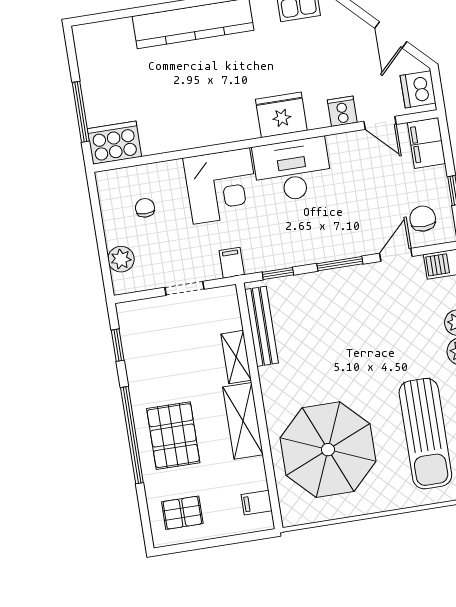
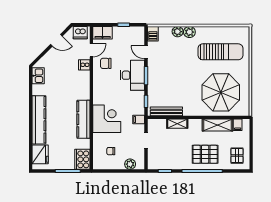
fridge: (281, 115) -> (40, 154), moved, turned 180
kitchen counter: (211, 130) -> (83, 119), added
desk: (292, 170) -> (133, 75), moved, turned 180
chair: (423, 219) -> (106, 63), moved
shelving: (243, 421) -> (217, 125), moved

